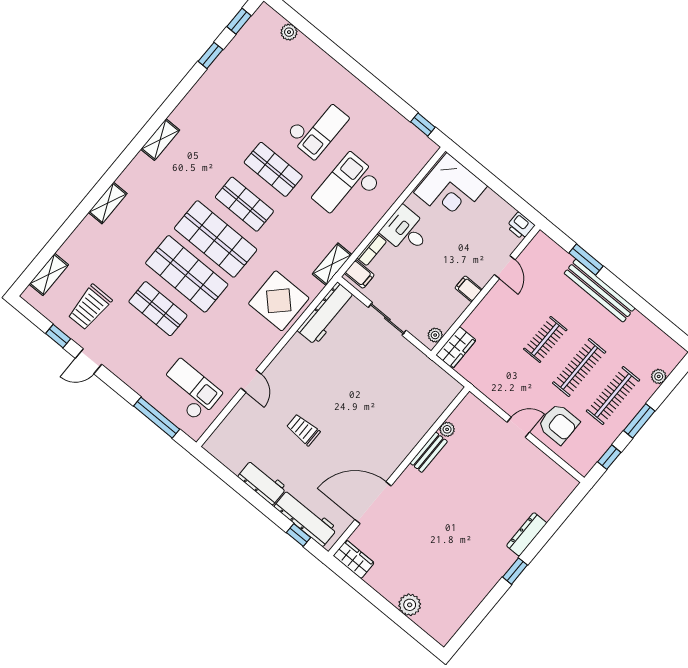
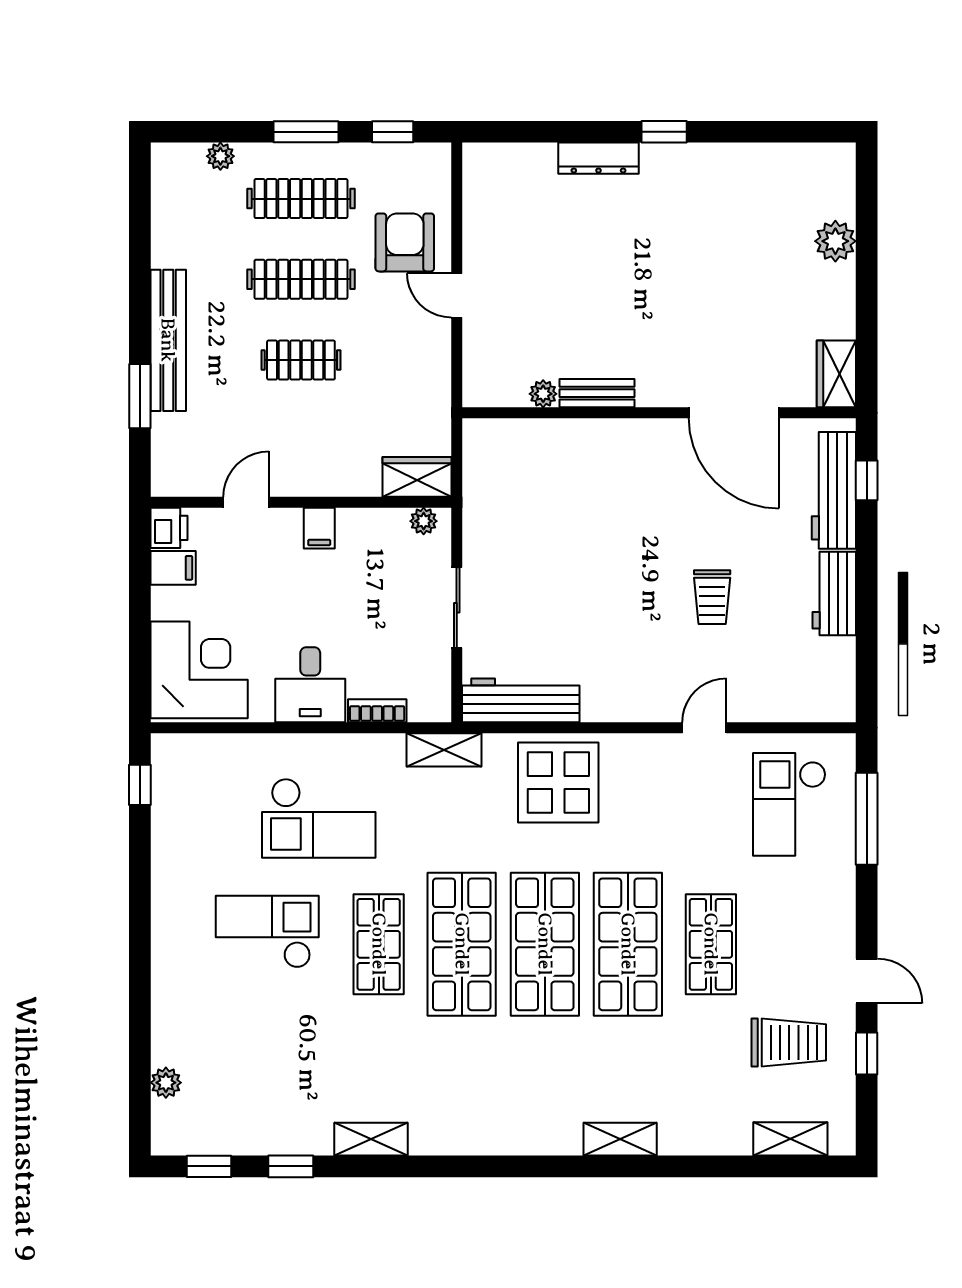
shelving: (160, 140) -> (371, 1139), moved
shop shelf: (244, 204) -> (462, 944), width x1.43, depth x1.36
filing cabinet: (359, 274) -> (173, 568), moved, turned 90

